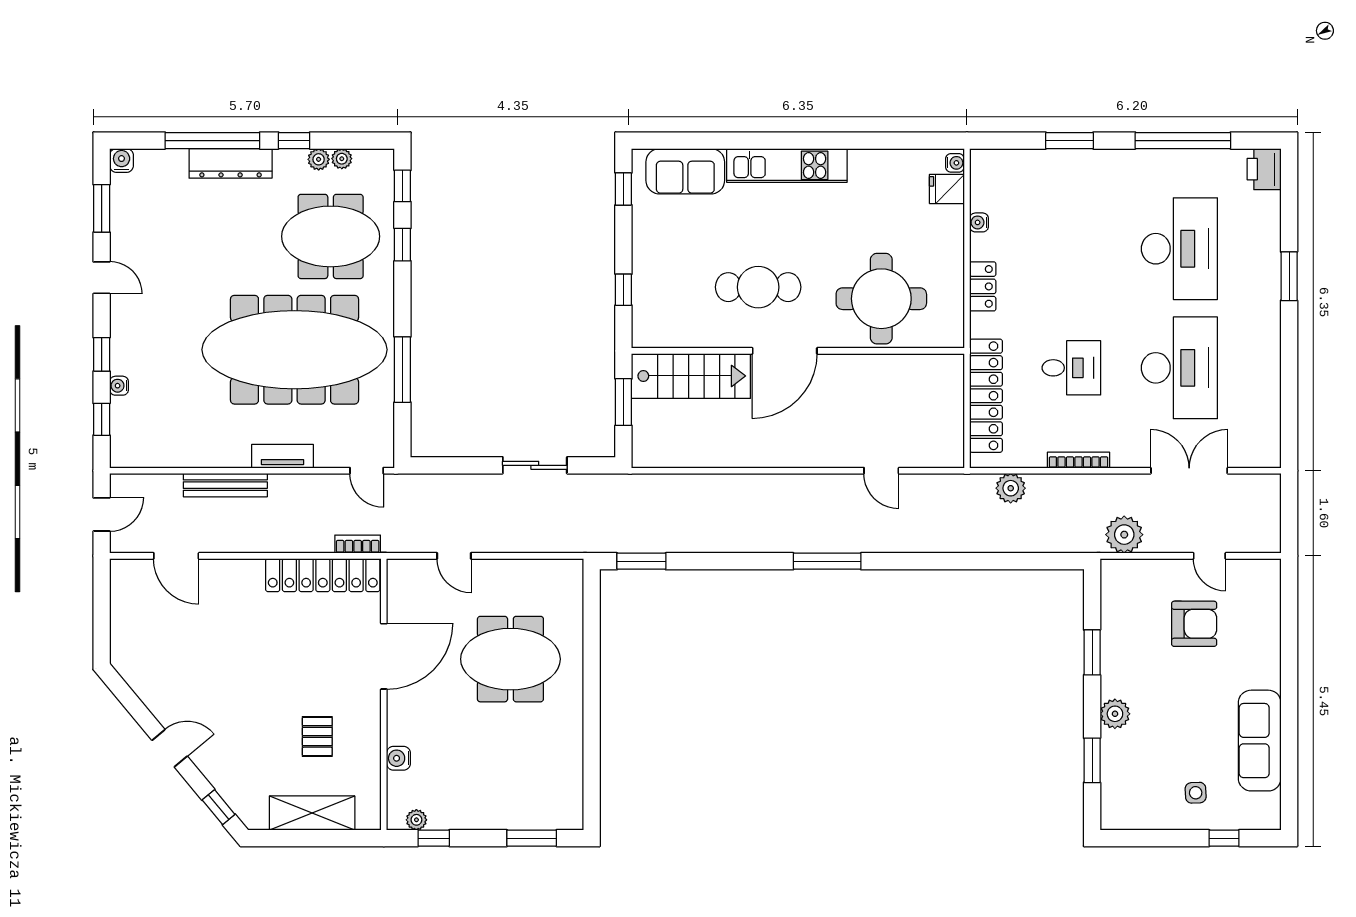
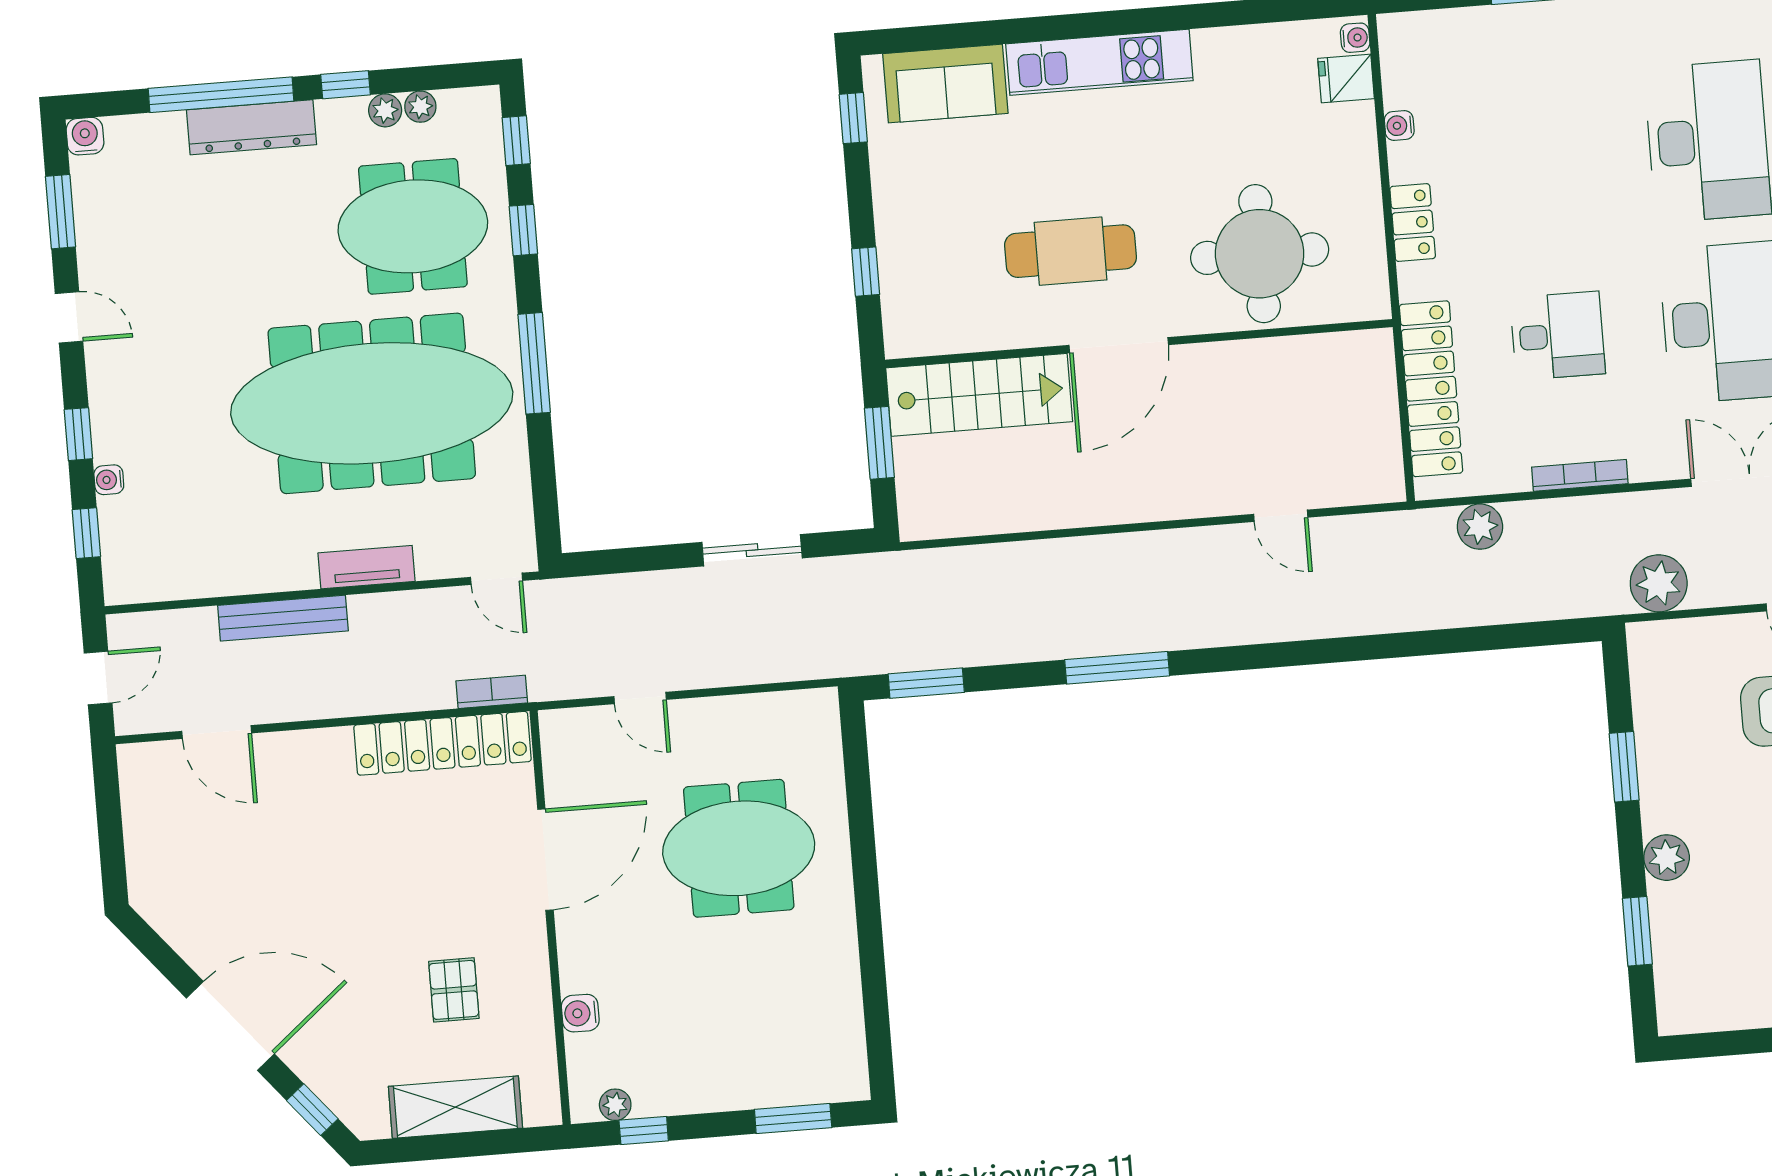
window: (402, 370) -> (534, 363), moved
window: (827, 561) -> (1117, 668), moved
door: (170, 748) -> (230, 1026), width x1.88

